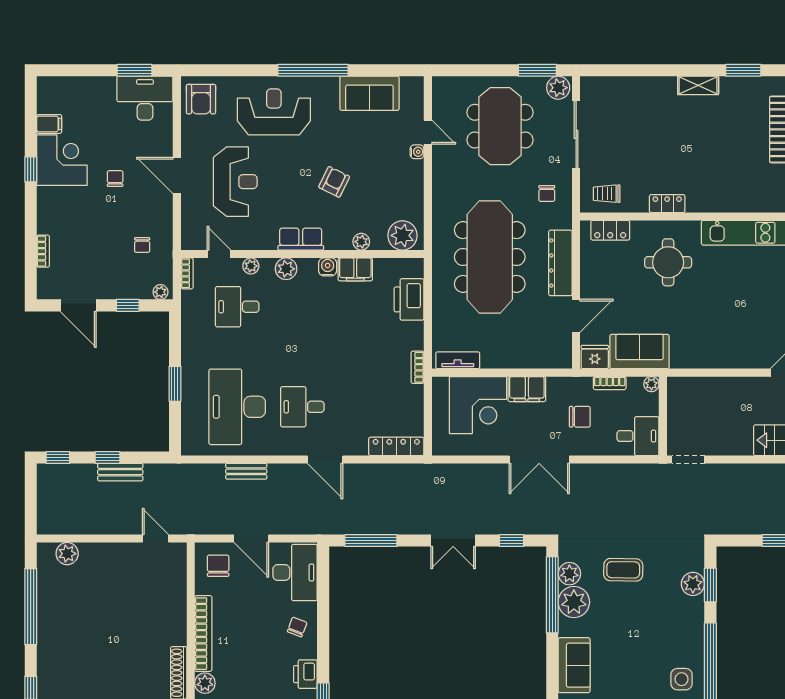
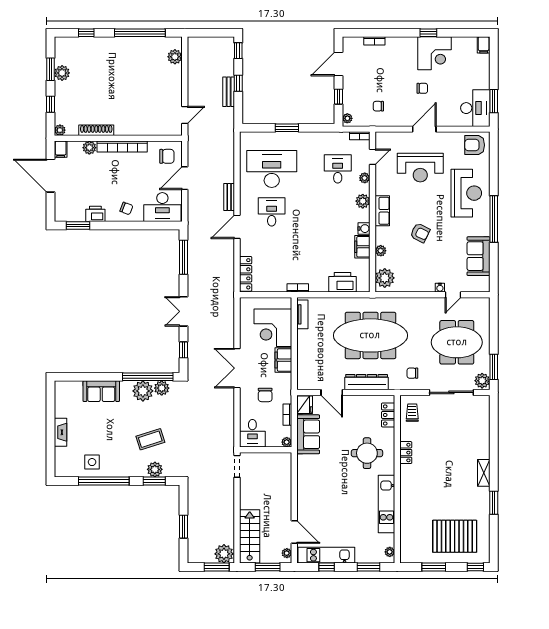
filing cabinet: (49, 124) -> (484, 45), moved
bench: (246, 471) -> (229, 197), moved
coffee table: (623, 570) -> (150, 439), moved, turned 71

